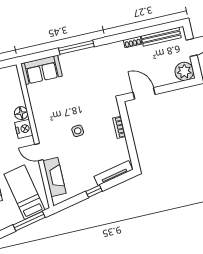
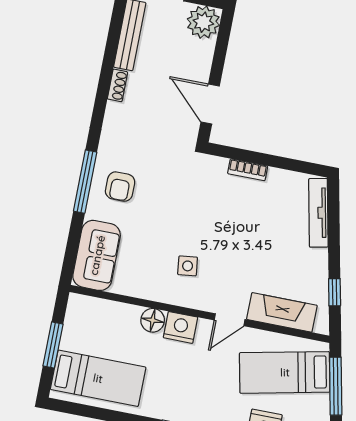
armchair: (82, 66) -> (120, 187), added
door: (144, 93) -> (210, 104), hinge flipped
side table: (78, 131) -> (188, 266), moved
window: (94, 191) -> (335, 292), moved

